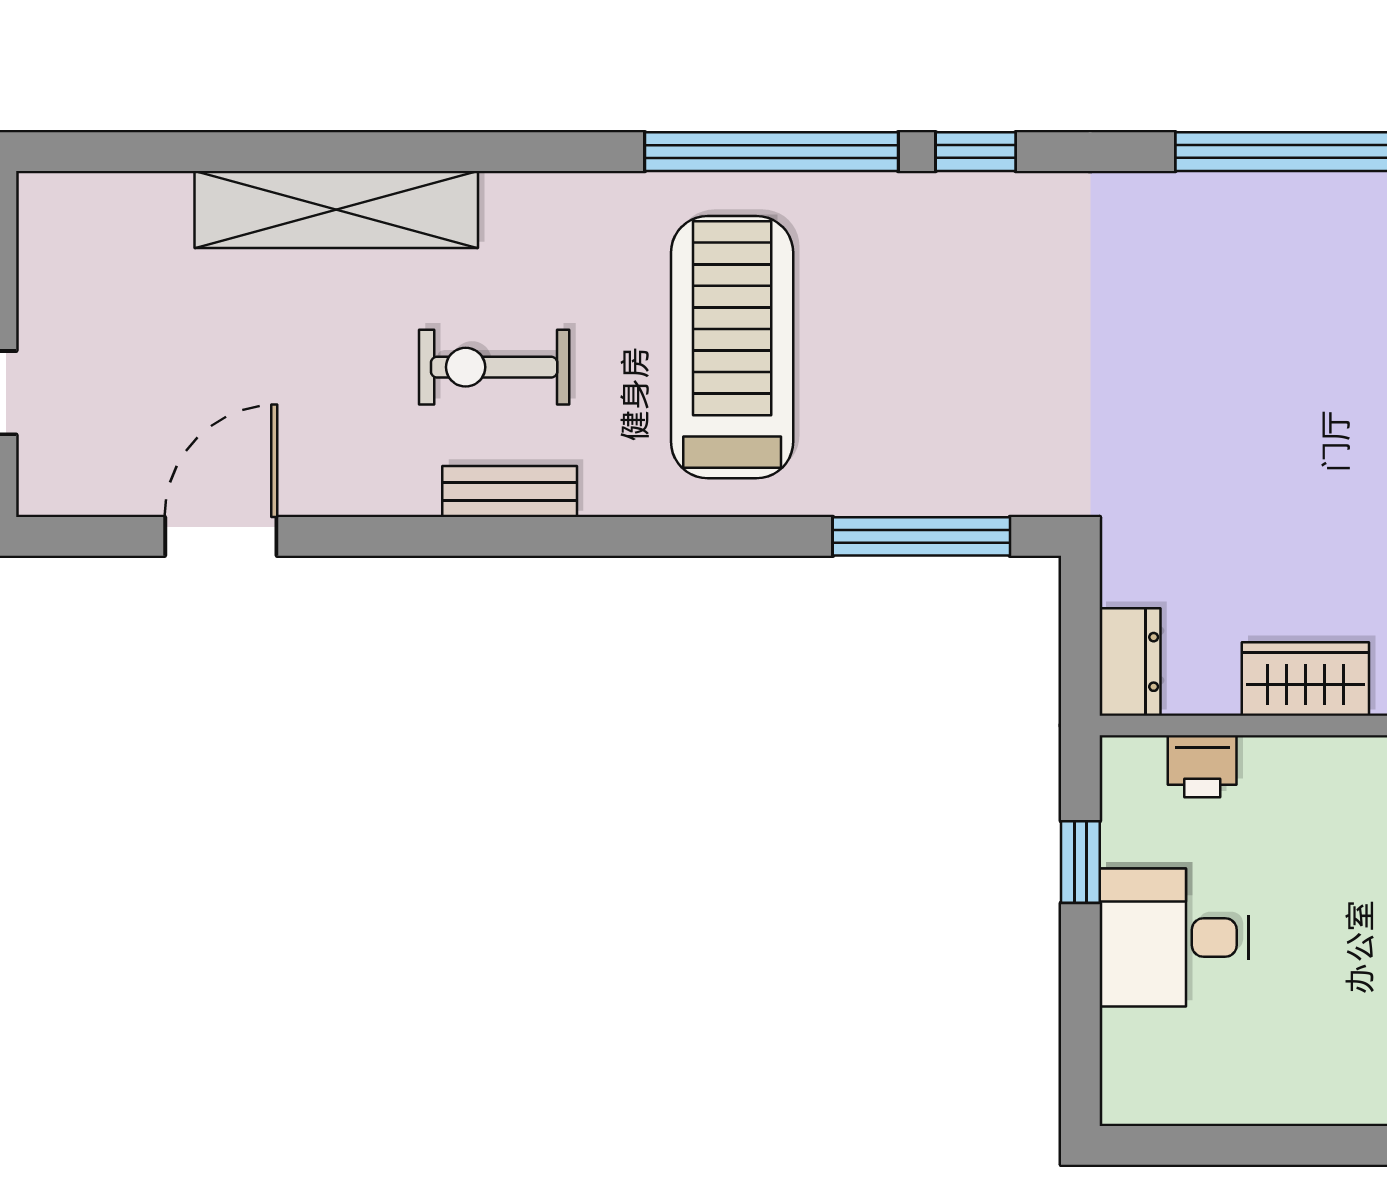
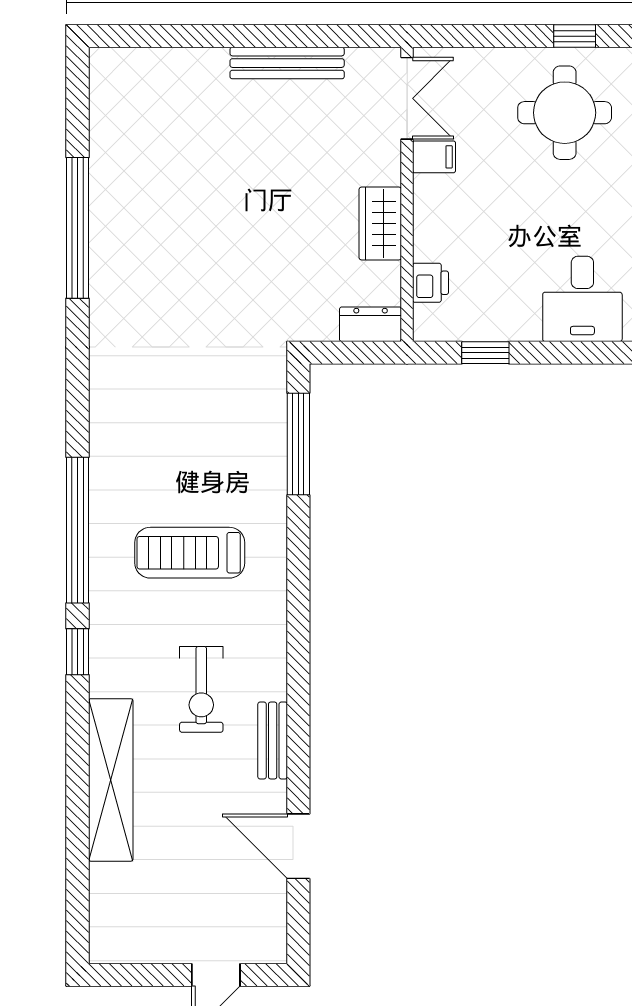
window: (976, 152) -> (77, 652), moved
treadmill: (732, 347) -> (190, 553), width x0.73, depth x0.73
bench: (510, 491) -> (273, 741), moved
desk: (1174, 938) -> (582, 299), moved

